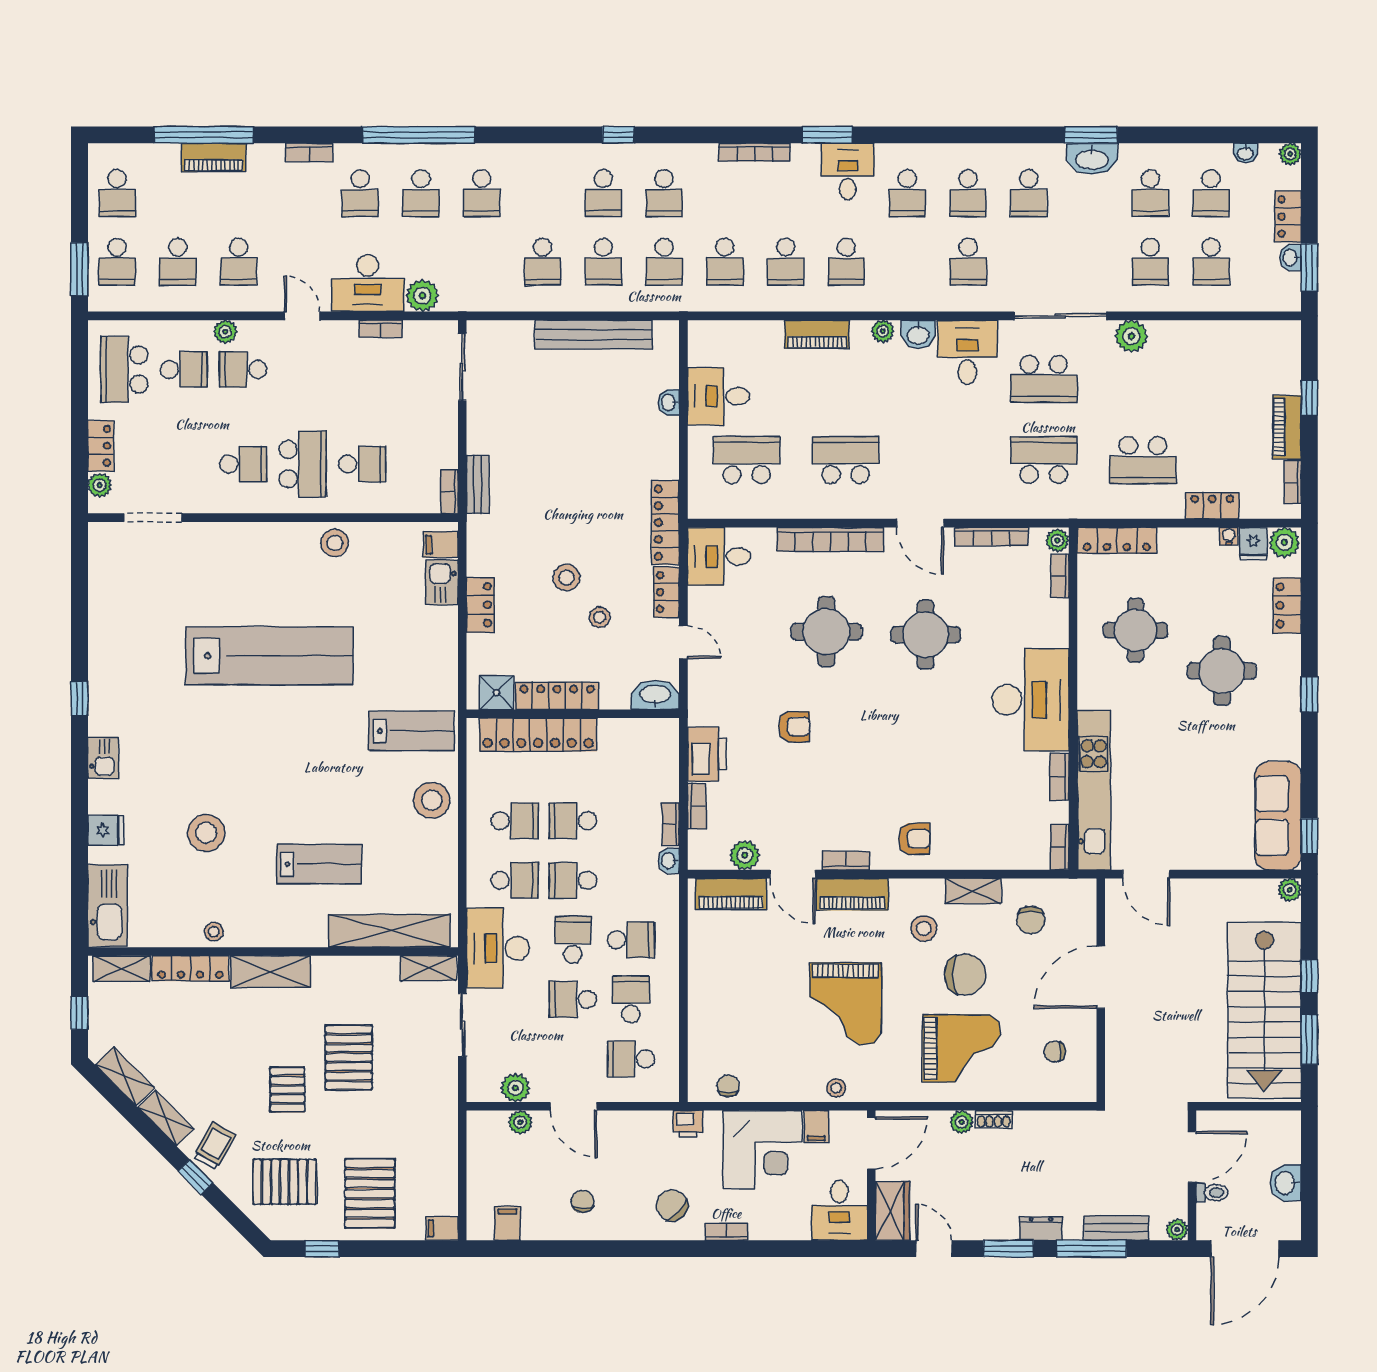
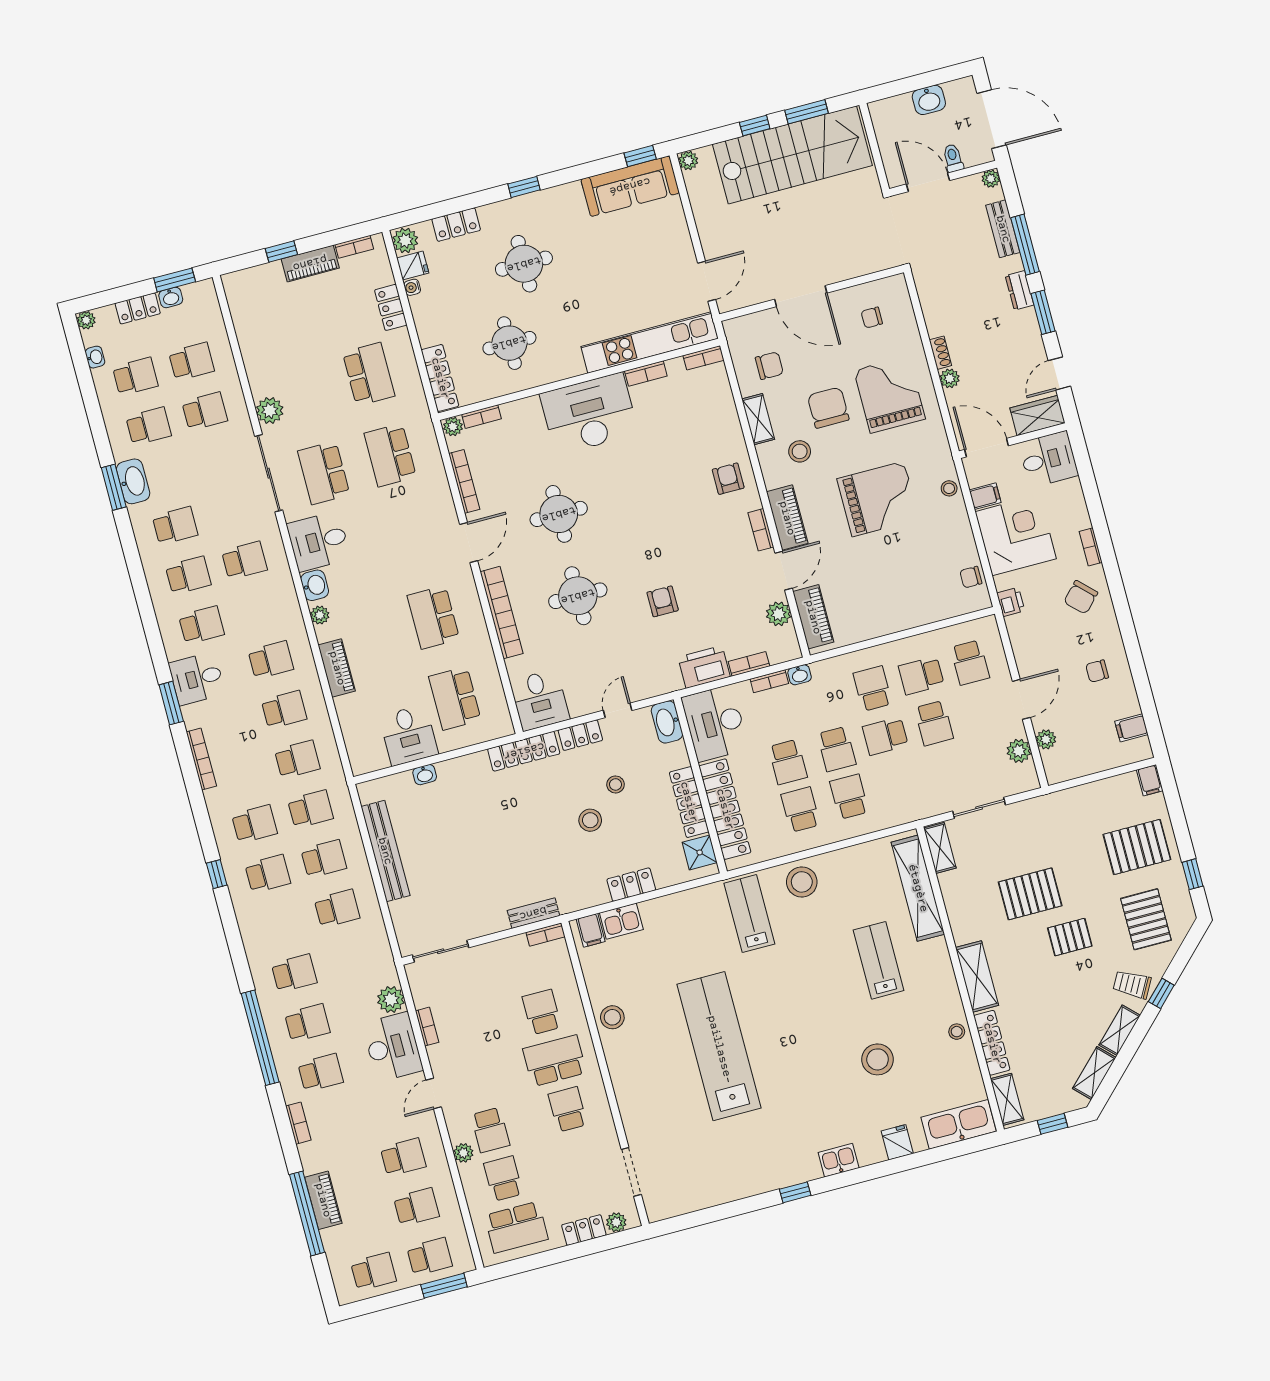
school desk: (1044, 379) -> (324, 473), turned 180
desk: (498, 948) -> (715, 723), moved, turned 90
chair: (1055, 1052) -> (872, 318), turned 90

